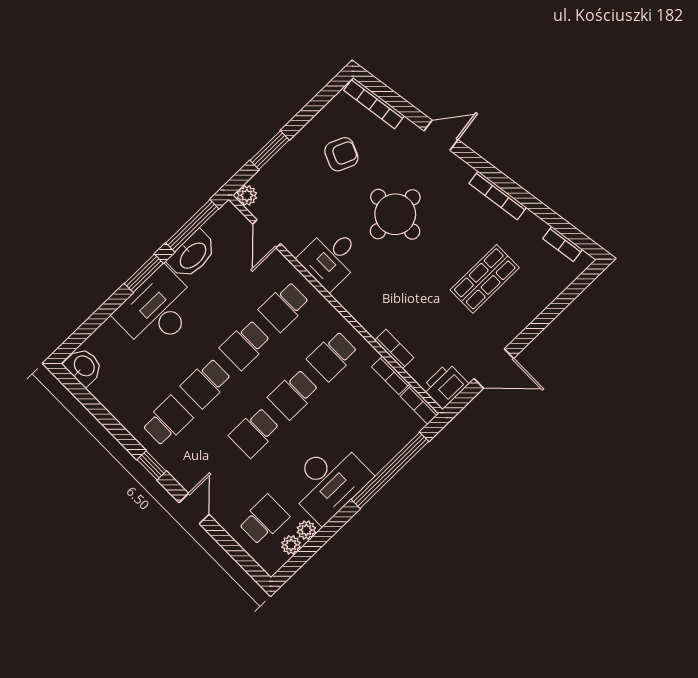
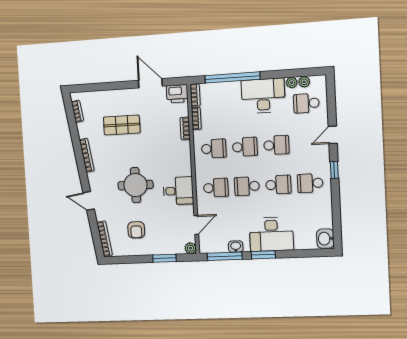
armchair: (341, 154) -> (136, 230), turned -113
washbasin: (192, 255) -> (236, 247), width x0.52, depth x0.69
school desk: (245, 345) -> (247, 186), turned 180

